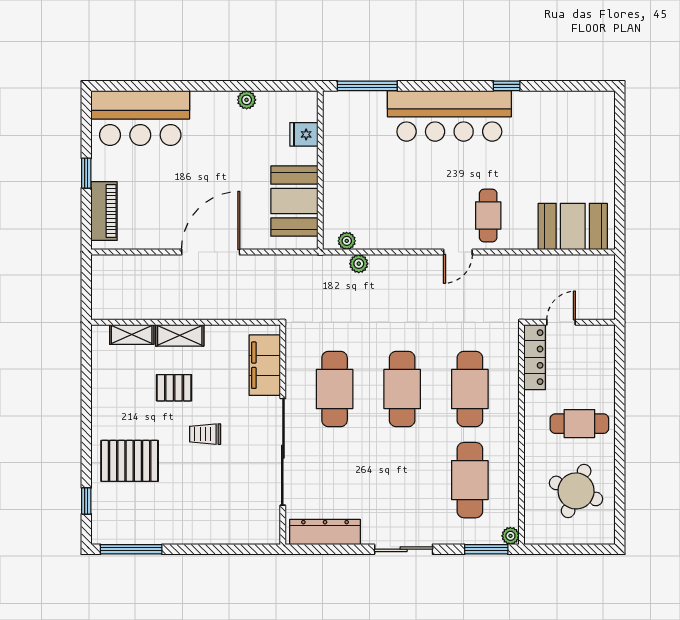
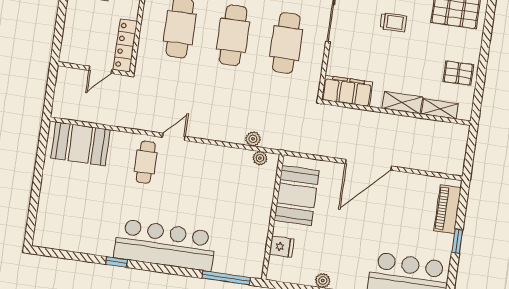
filing cabinet: (265, 365) -> (347, 91), moved, turned -90
pallet: (174, 388) -> (458, 73), moved

